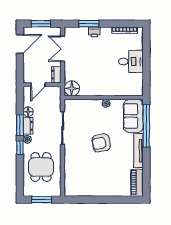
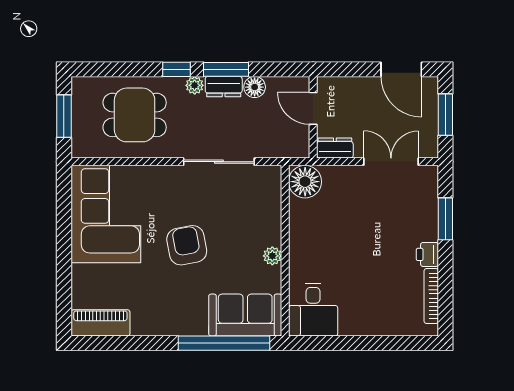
printer: (94, 32) -> (427, 254), moved
desk: (131, 61) -> (313, 310), moved
tv unit: (138, 151) -> (170, 326), removed
corner sofa: (87, 180) -> (106, 214), added

